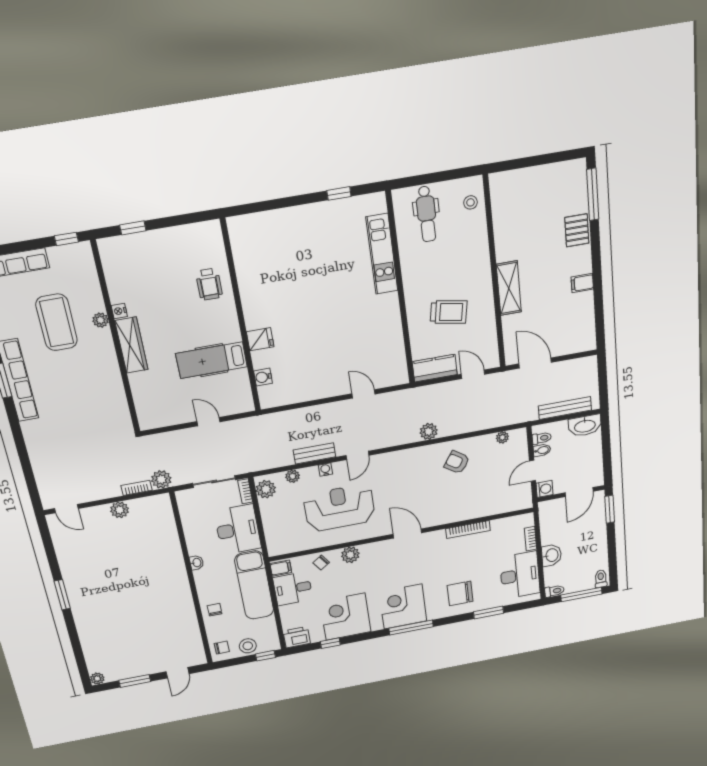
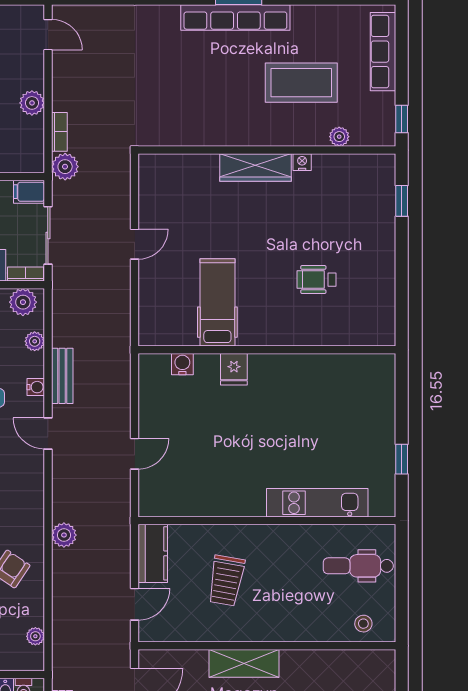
wall: (241, 317) -> (267, 350), moved
plant: (100, 320) -> (339, 137), moved
fridge: (260, 339) -> (234, 369), moved
hospital bed: (212, 360) -> (217, 302), moved
water cooler: (263, 377) -> (182, 364), moved
filing cabinet: (185, 500) -> (29, 192), added
door: (66, 509) -> (48, 35), swing flipped

